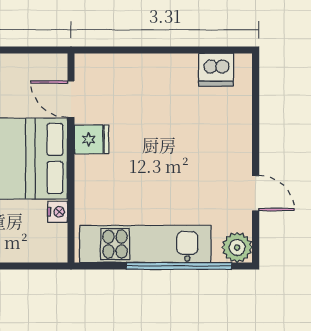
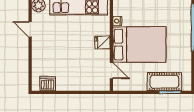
fridge: (92, 139) -> (102, 42), moved

